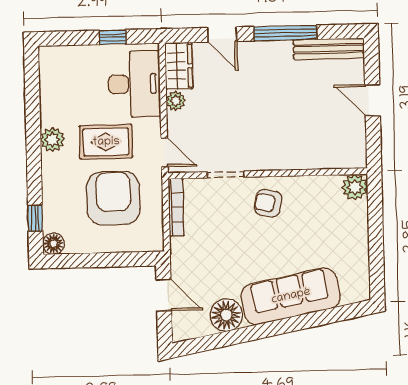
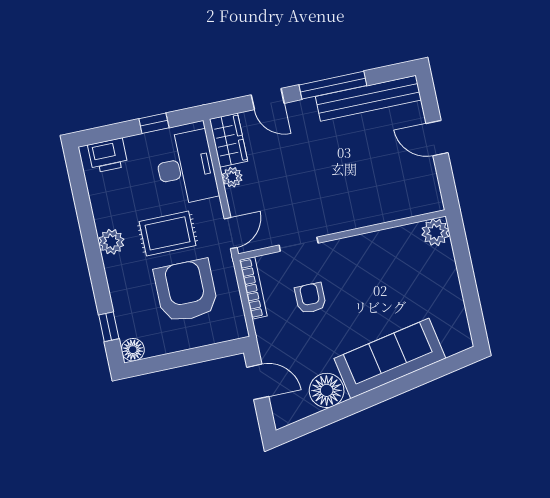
bench: (329, 49) -> (368, 98), width x1.37, depth x1.21
printer: (64, 59) -> (108, 155), added
door: (165, 152) -> (231, 233), hinge flipped
armchair: (268, 203) -> (310, 298), moved, turned 78

